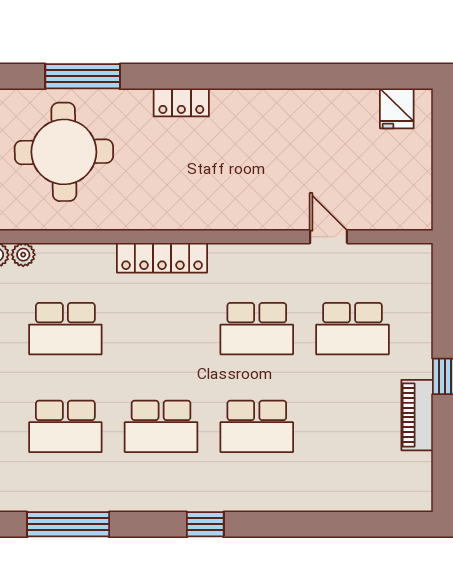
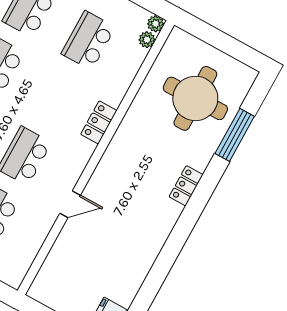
door: (329, 237) -> (70, 204), moved
locker: (162, 258) -> (99, 122), width x0.66

